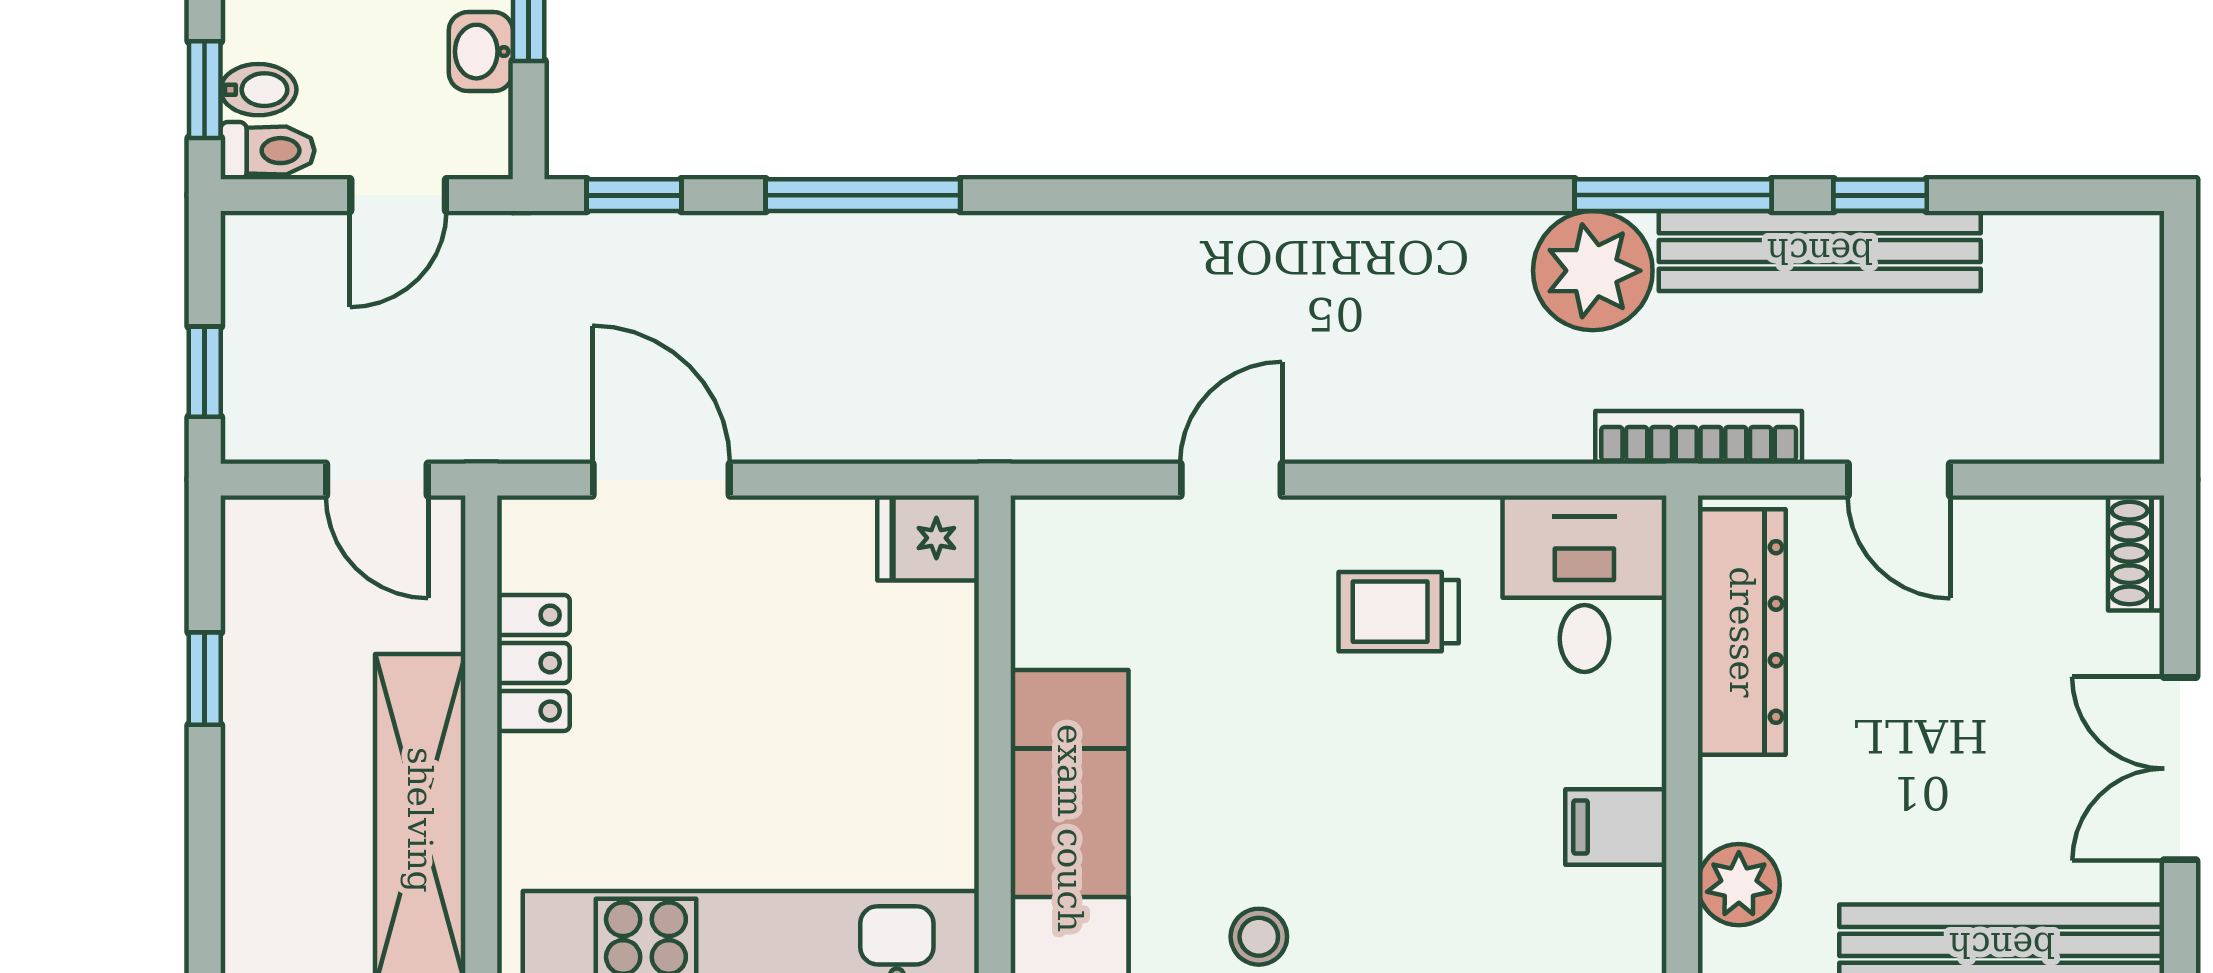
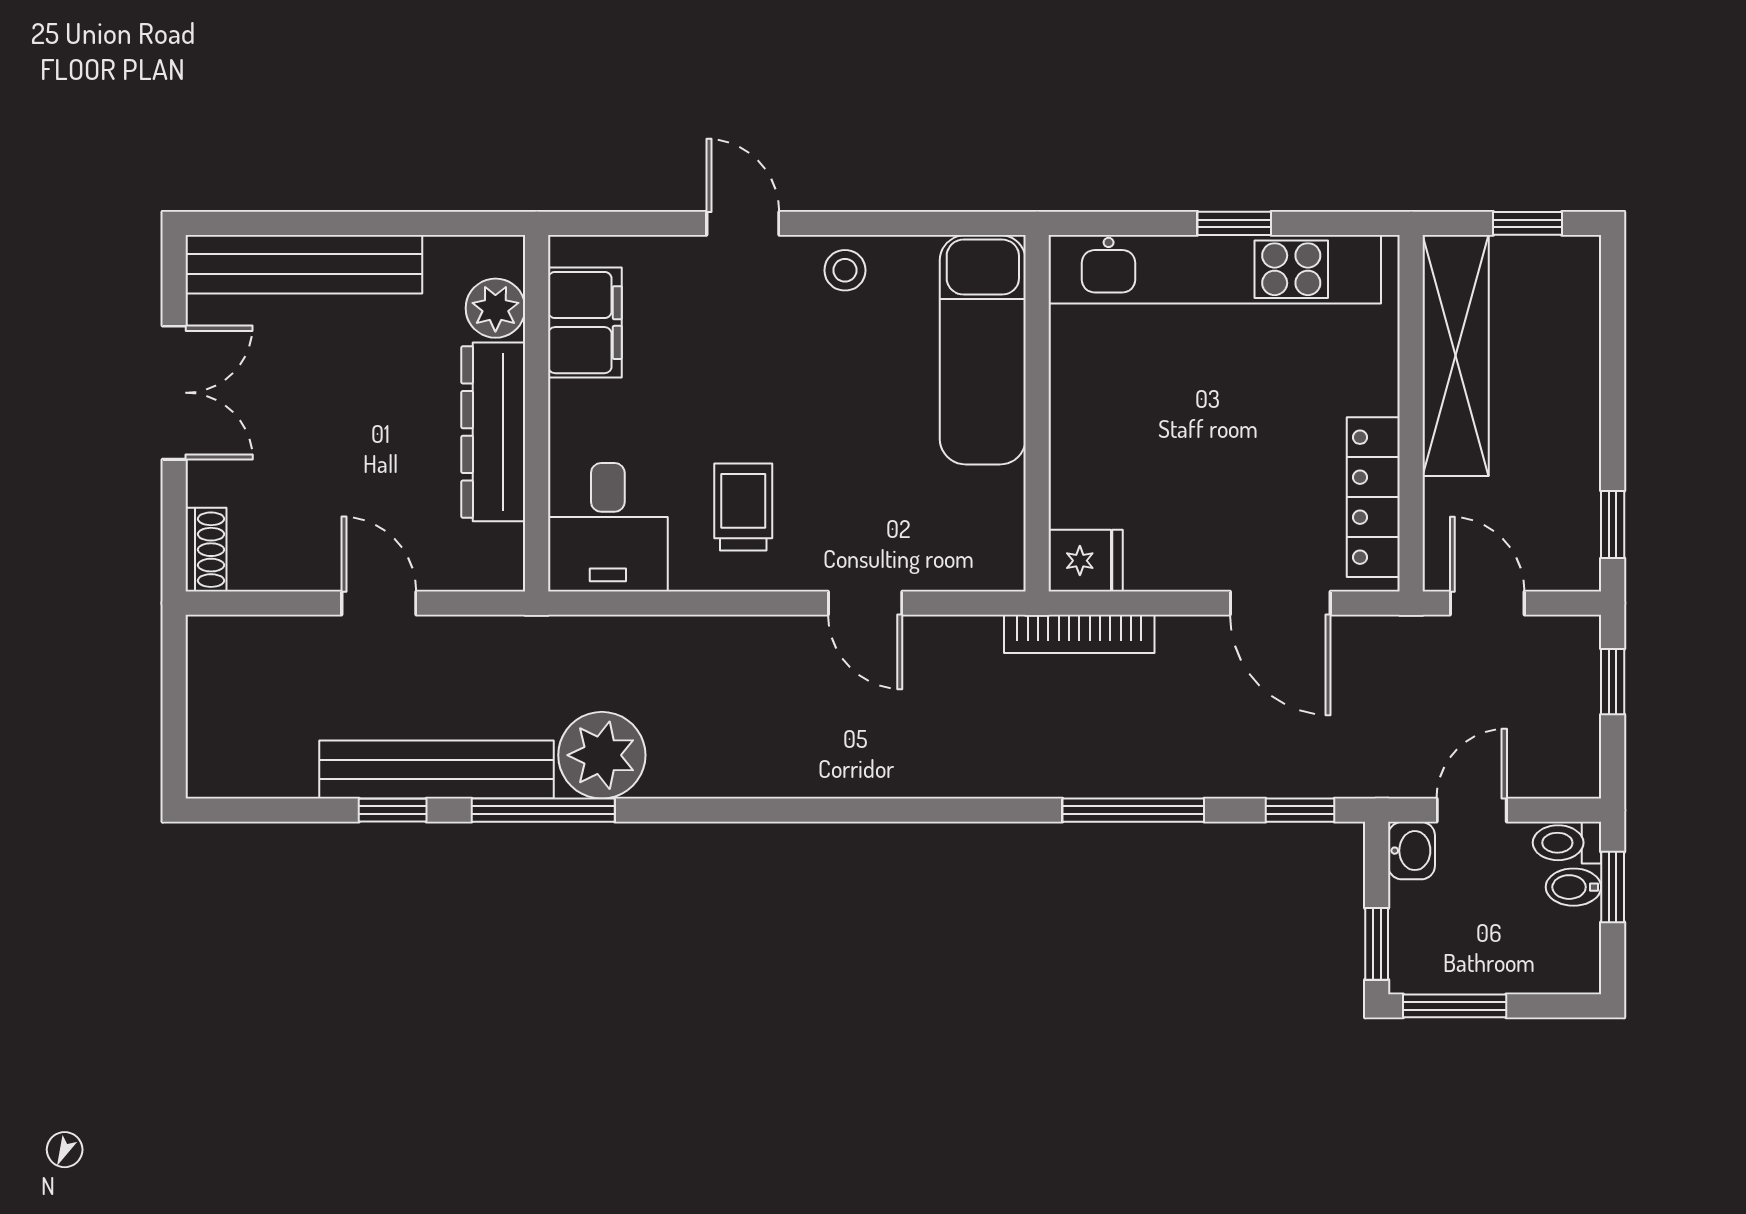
washbasin: (481, 52) -> (1412, 851), moved
bookcase: (1699, 437) -> (1079, 634), moved
door: (1231, 480) -> (865, 603), hinge flipped
trolley: (1399, 612) -> (743, 507), turned -90
dresser: (1742, 632) -> (493, 432), moved
locker: (533, 663) -> (1373, 497), width x1.53
window: (205, 679) -> (1613, 525), moved
filing cabinet: (1616, 827) -> (585, 323), width x2.00

